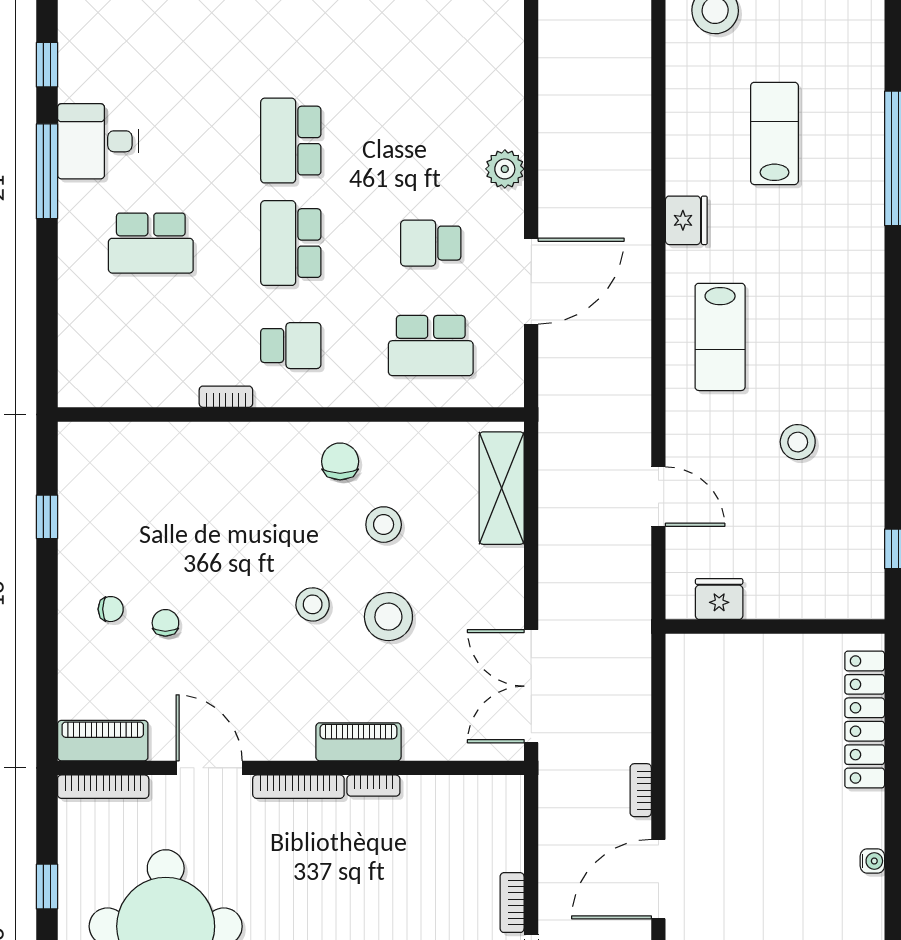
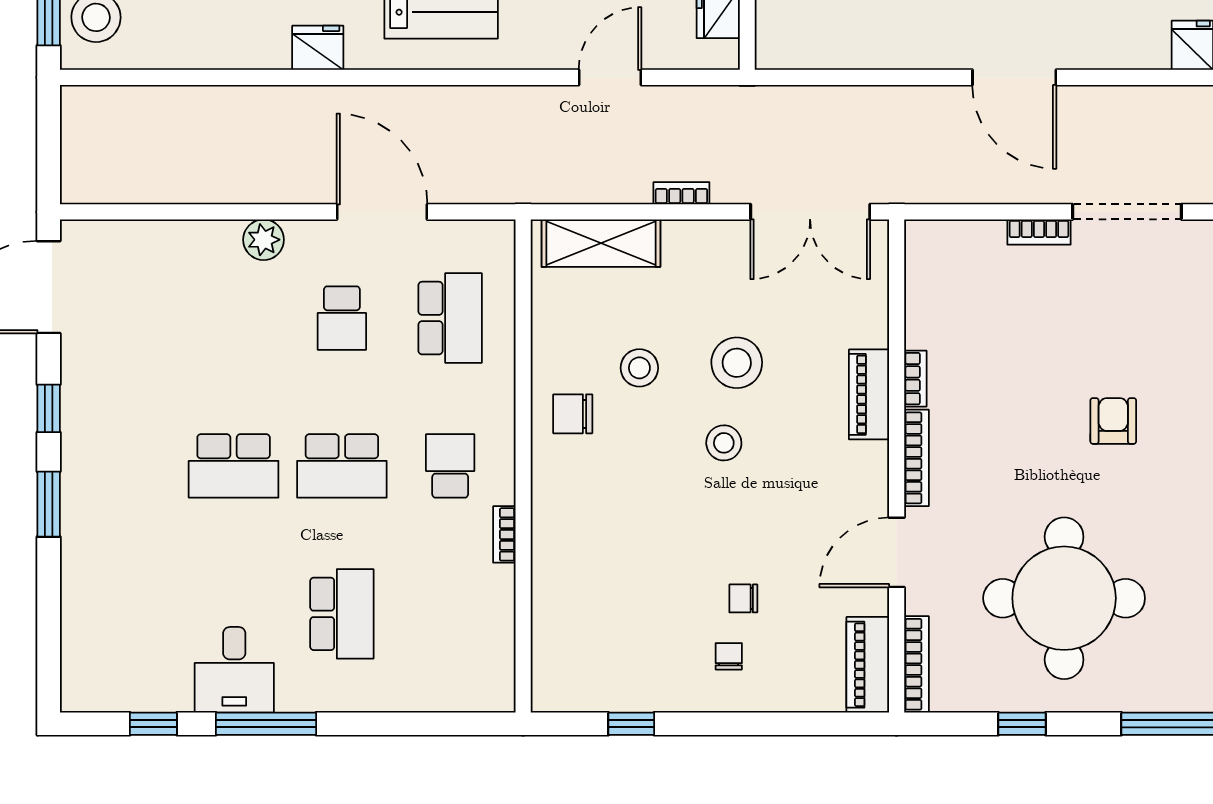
bookcase: (641, 790) -> (681, 193), moved, turned 180

